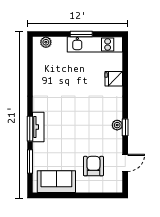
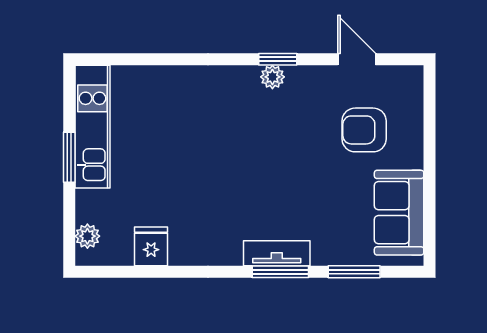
fridge: (114, 79) -> (151, 246), moved, turned 180

